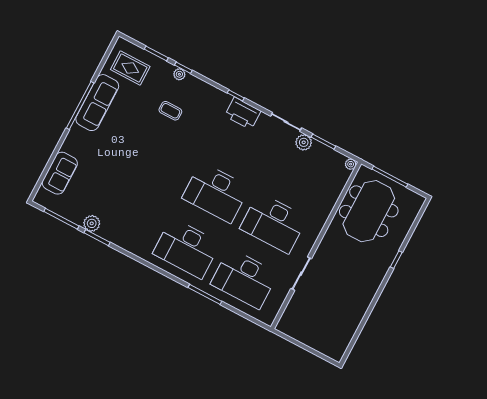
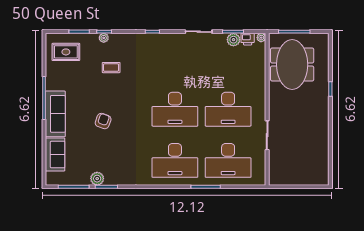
sofa: (97, 103) -> (55, 114), moved
printer: (243, 113) -> (248, 39), moved, width x0.53, depth x0.68
plant: (304, 142) -> (233, 40), moved
armchair: (131, 164) -> (103, 121), added

